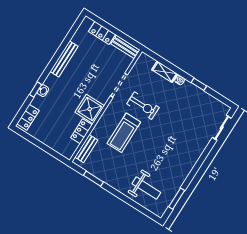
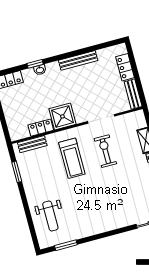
exercise bike: (143, 106) -> (105, 151), turned 180
treadmill: (124, 133) -> (72, 158), turned -90

